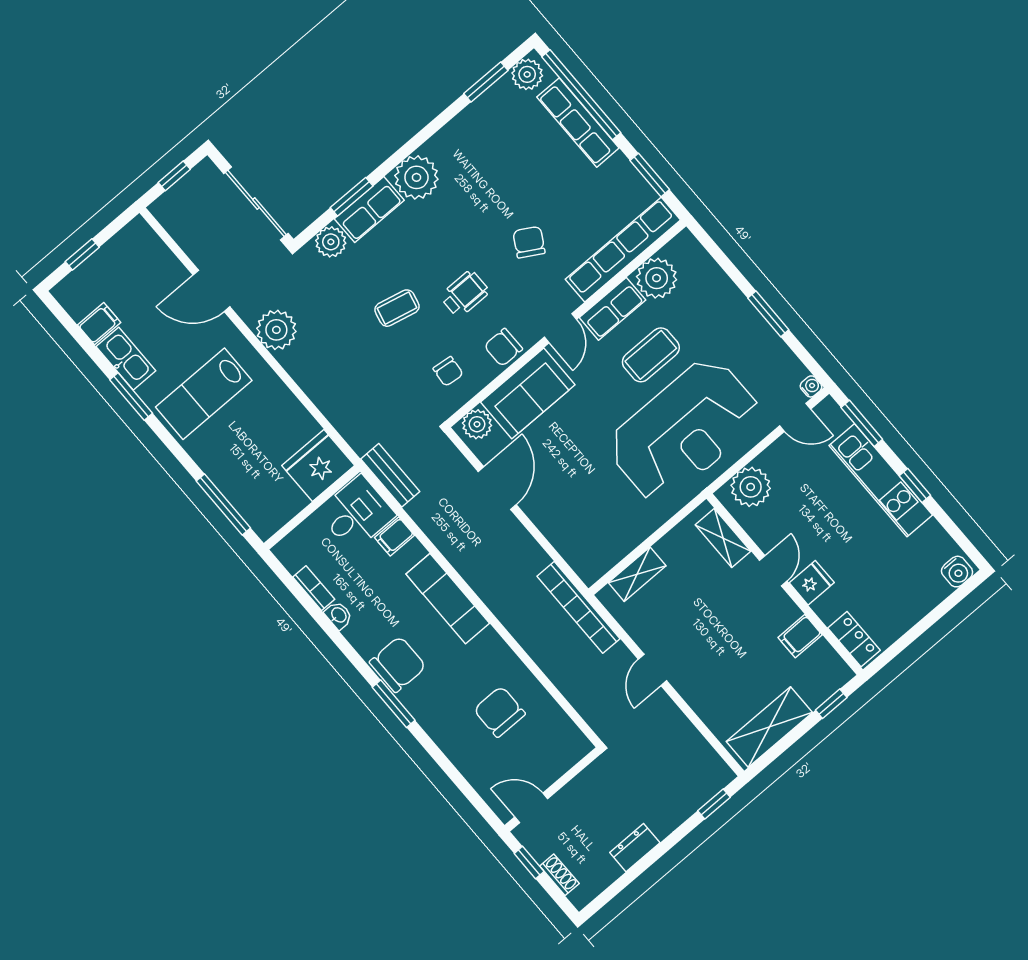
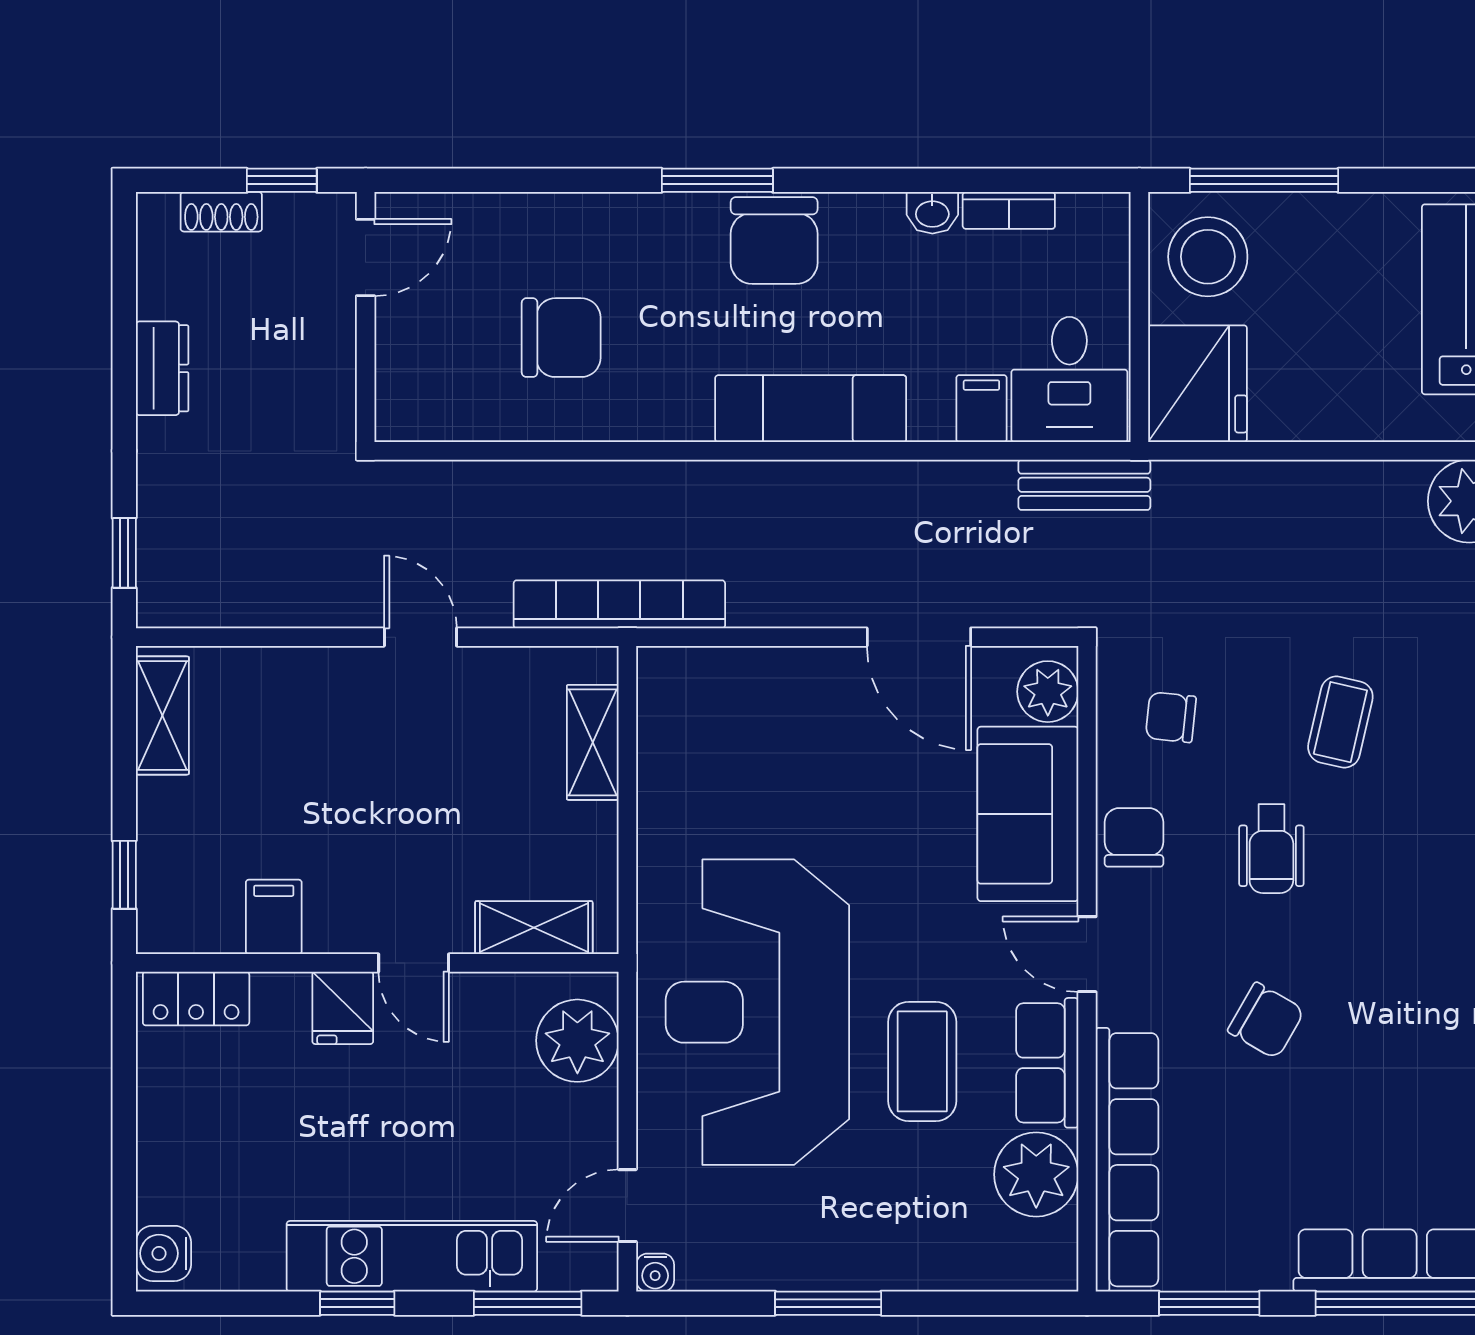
stool: (269, 501) -> (1208, 257), added
shelving: (769, 727) -> (162, 716), width x0.67, depth x0.75

